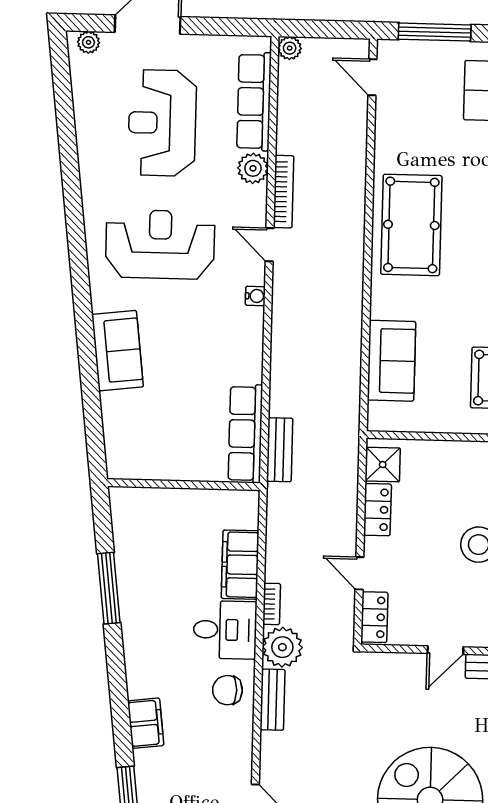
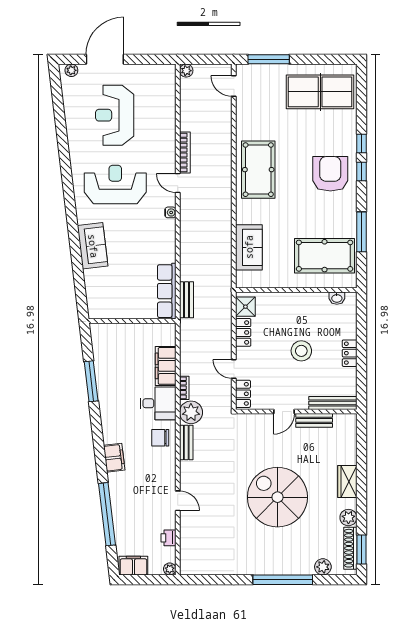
row of seats: (254, 102) -> (167, 102), removed
plant: (253, 168) -> (167, 140), removed

